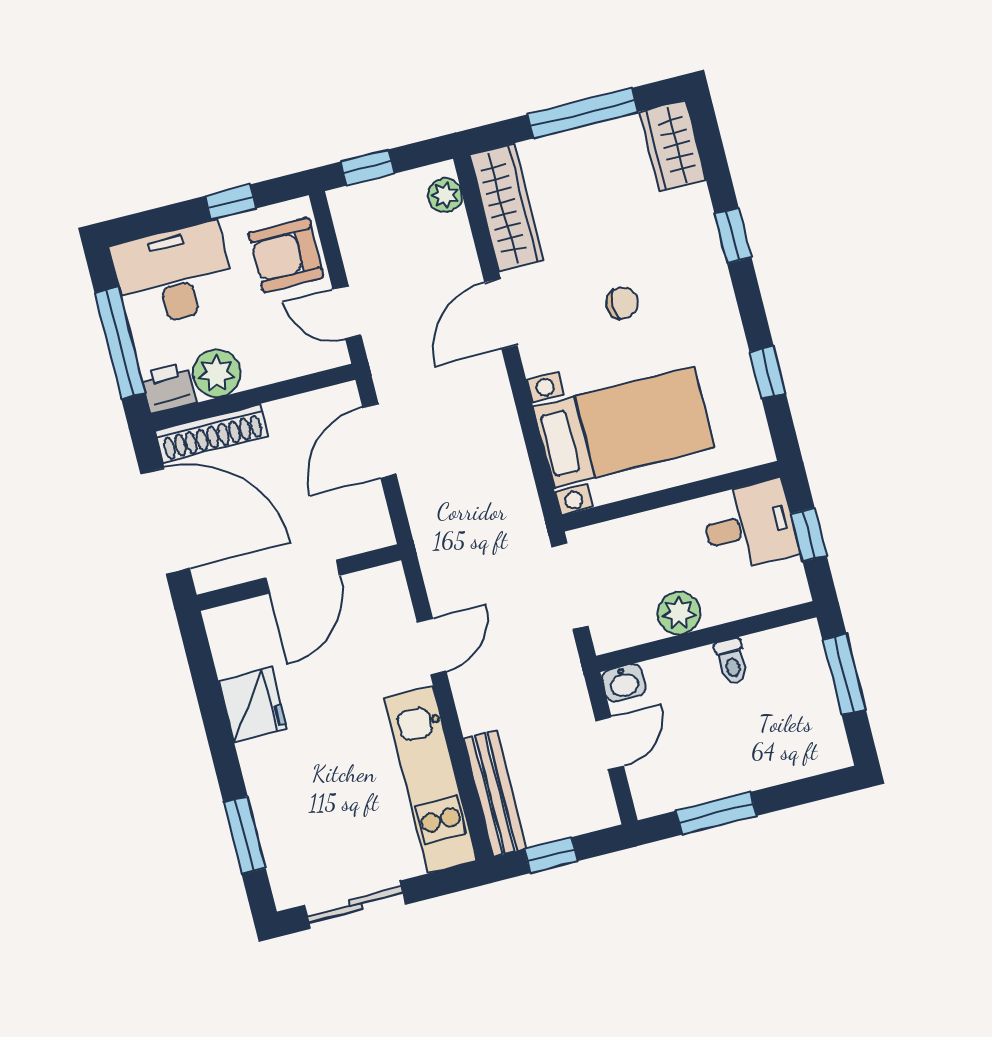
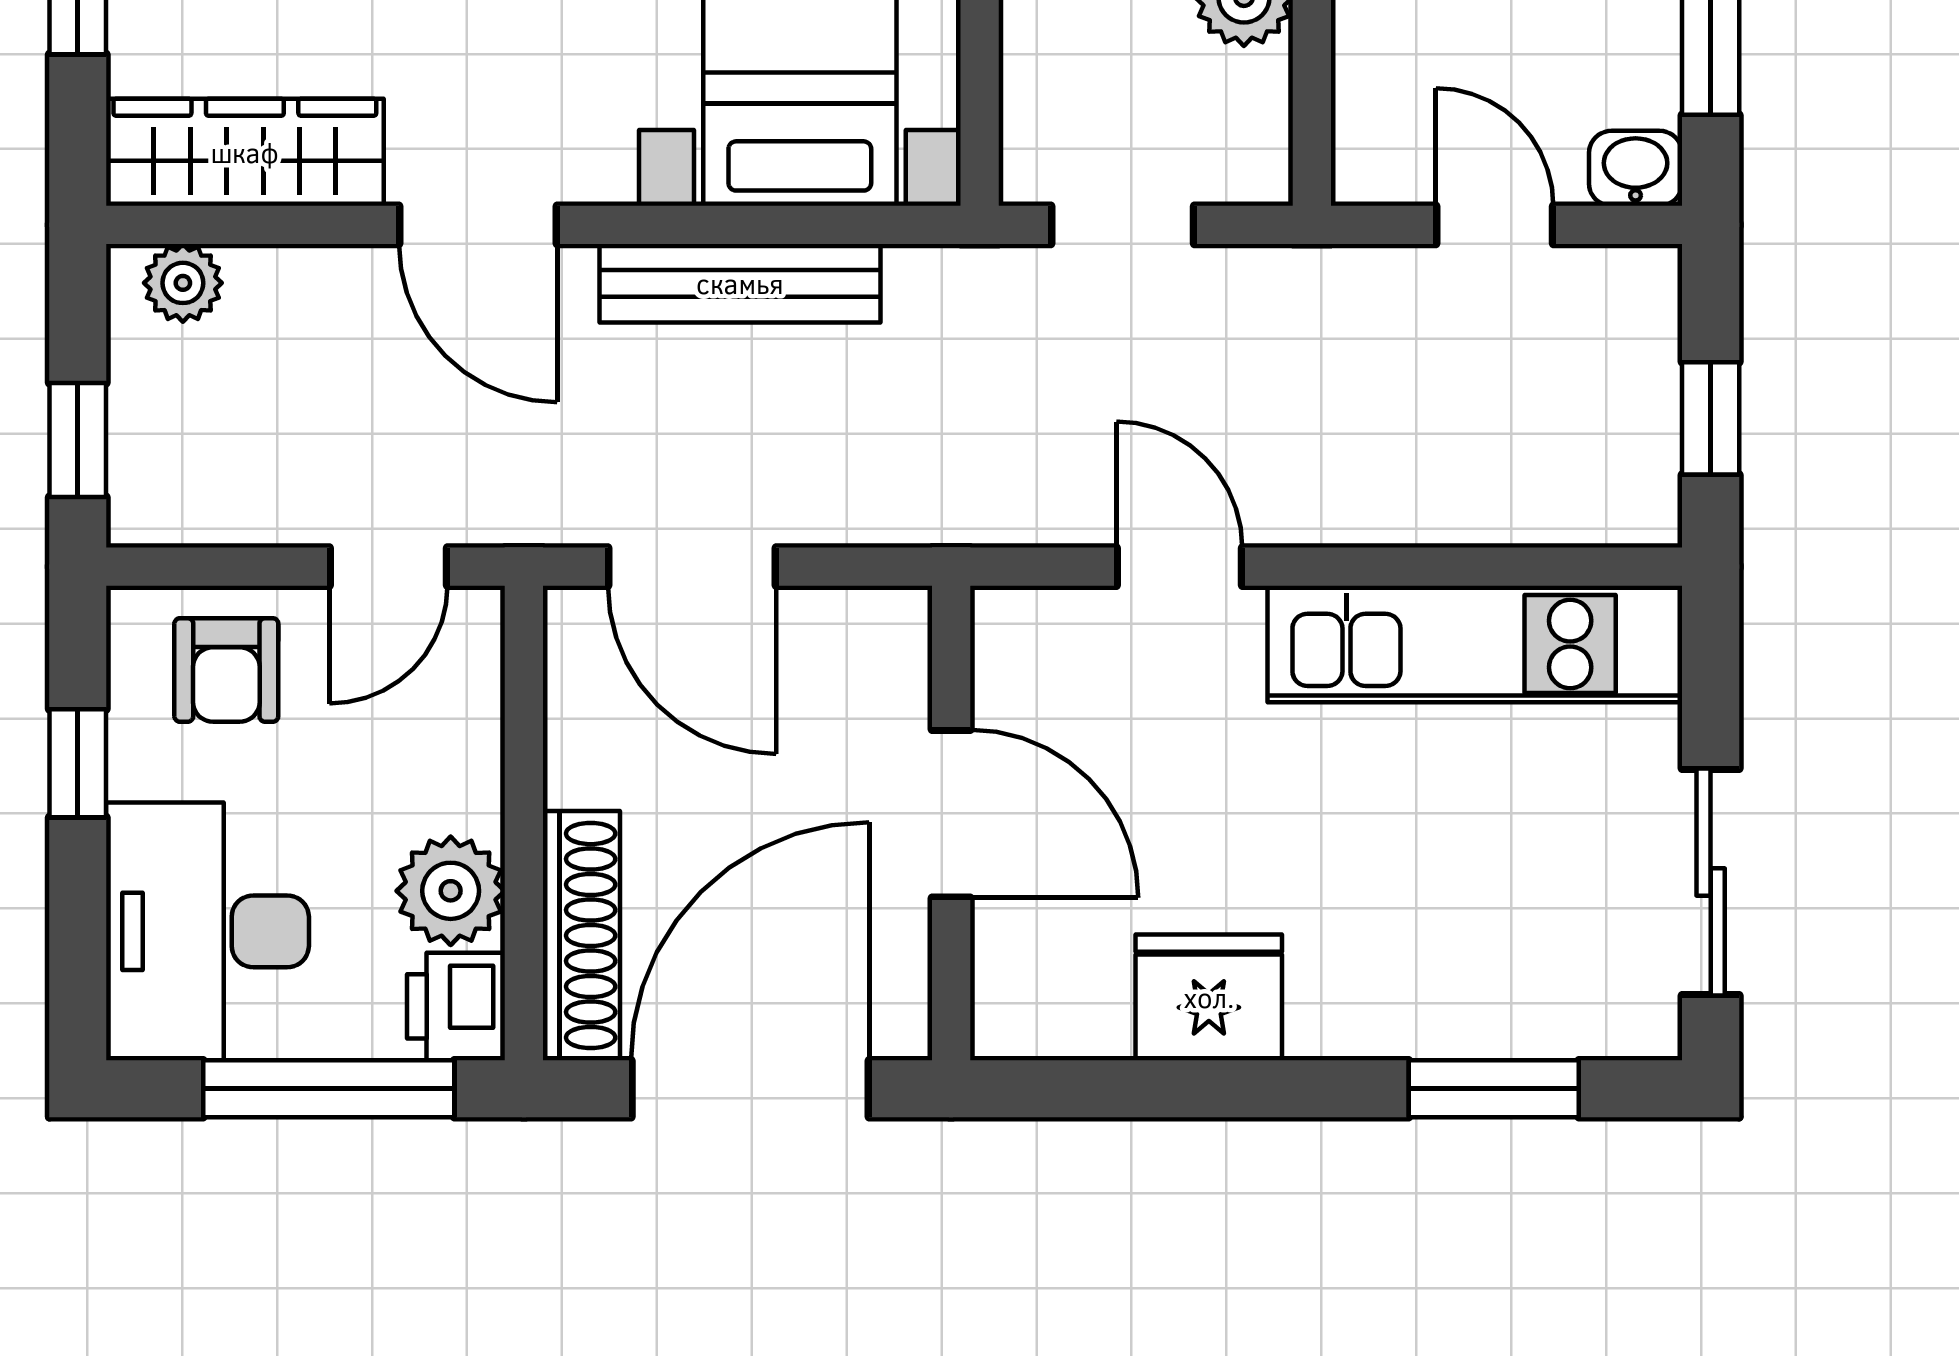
armchair: (286, 255) -> (226, 670), width x0.72, depth x0.72
doorway: (570, 586) -> (1123, 225), width x0.73
washbasin: (624, 683) -> (1636, 168), moved, turned -90
bench: (495, 793) -> (740, 283), moved

